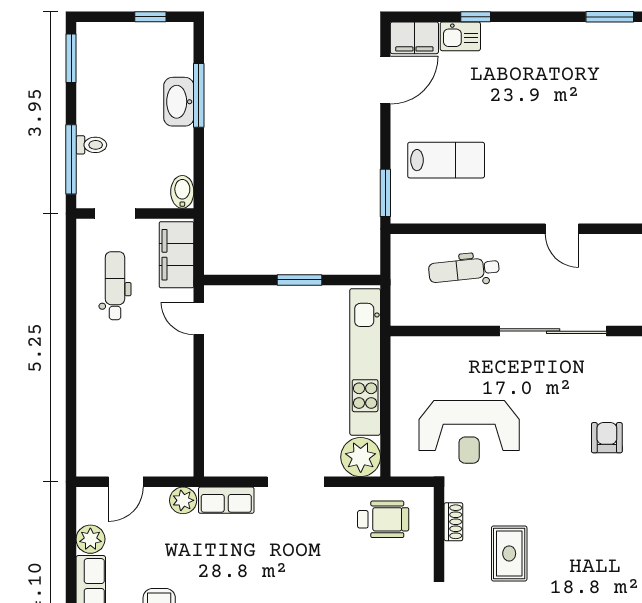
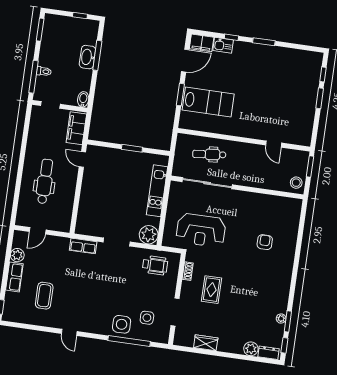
window: (610, 17) -> (264, 42), moved
lab bench: (446, 160) -> (208, 102), width x1.36, depth x1.39
window: (385, 193) -> (180, 95), moved
door: (562, 229) -> (274, 144), moved
dental chair: (115, 286) -> (45, 181), moved, width x1.36, depth x1.38
sliding door: (553, 331) -> (207, 183), moved
kitchen unit: (365, 362) -> (157, 191), width x0.73
plant: (183, 500) -> (63, 243), removed

